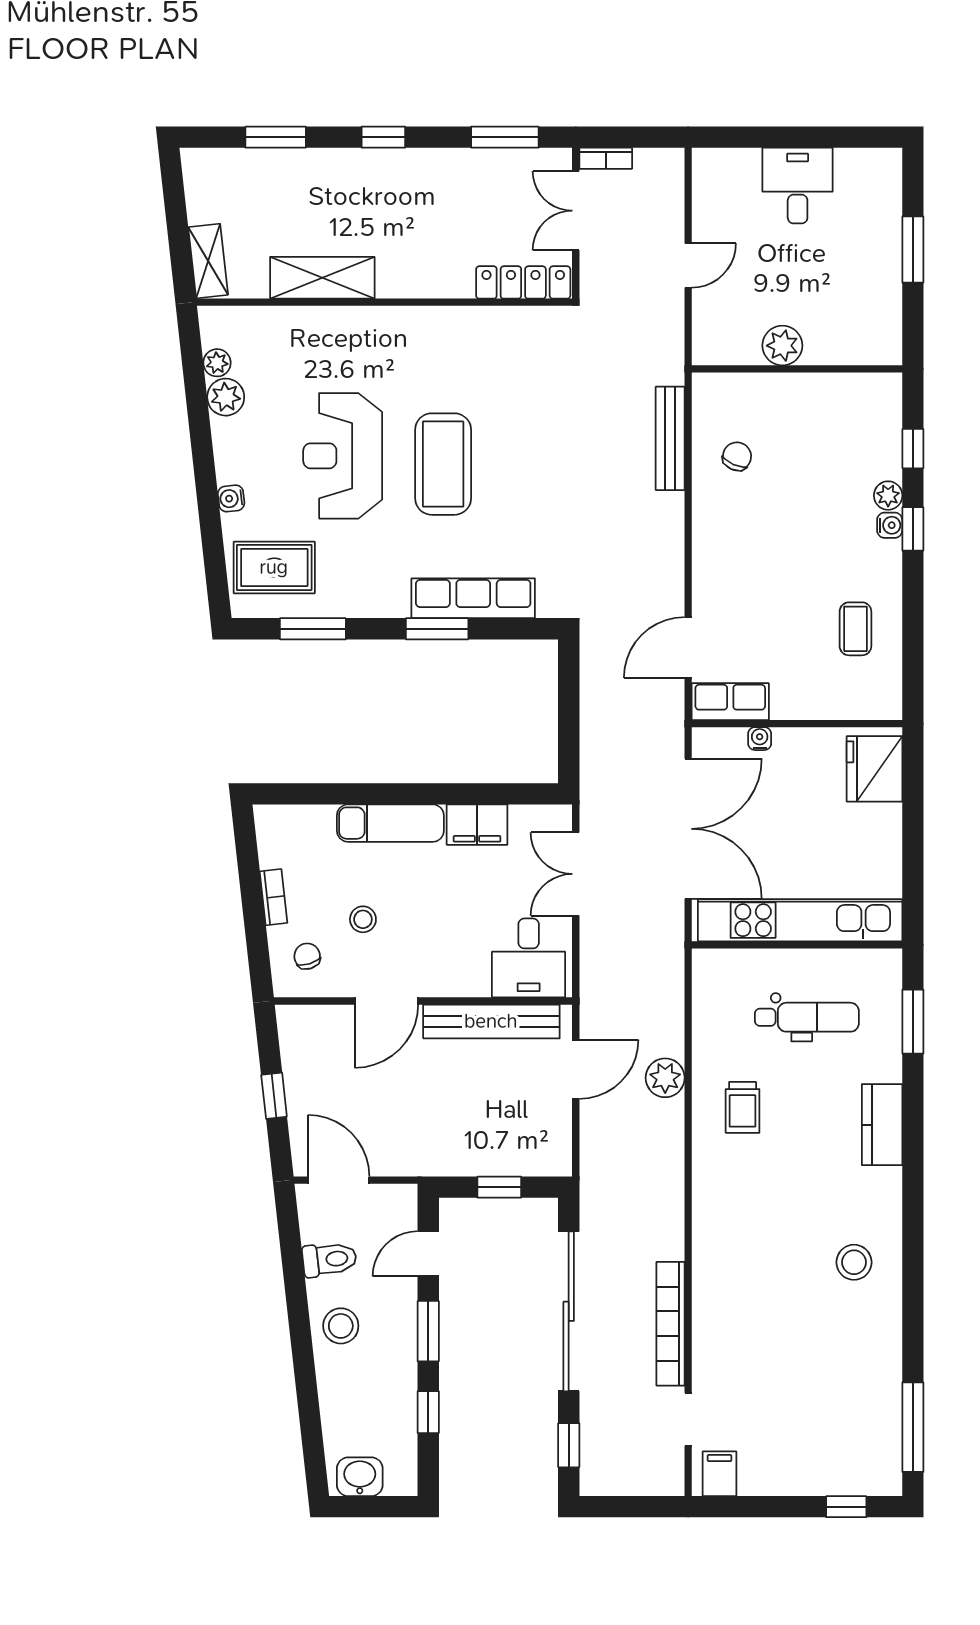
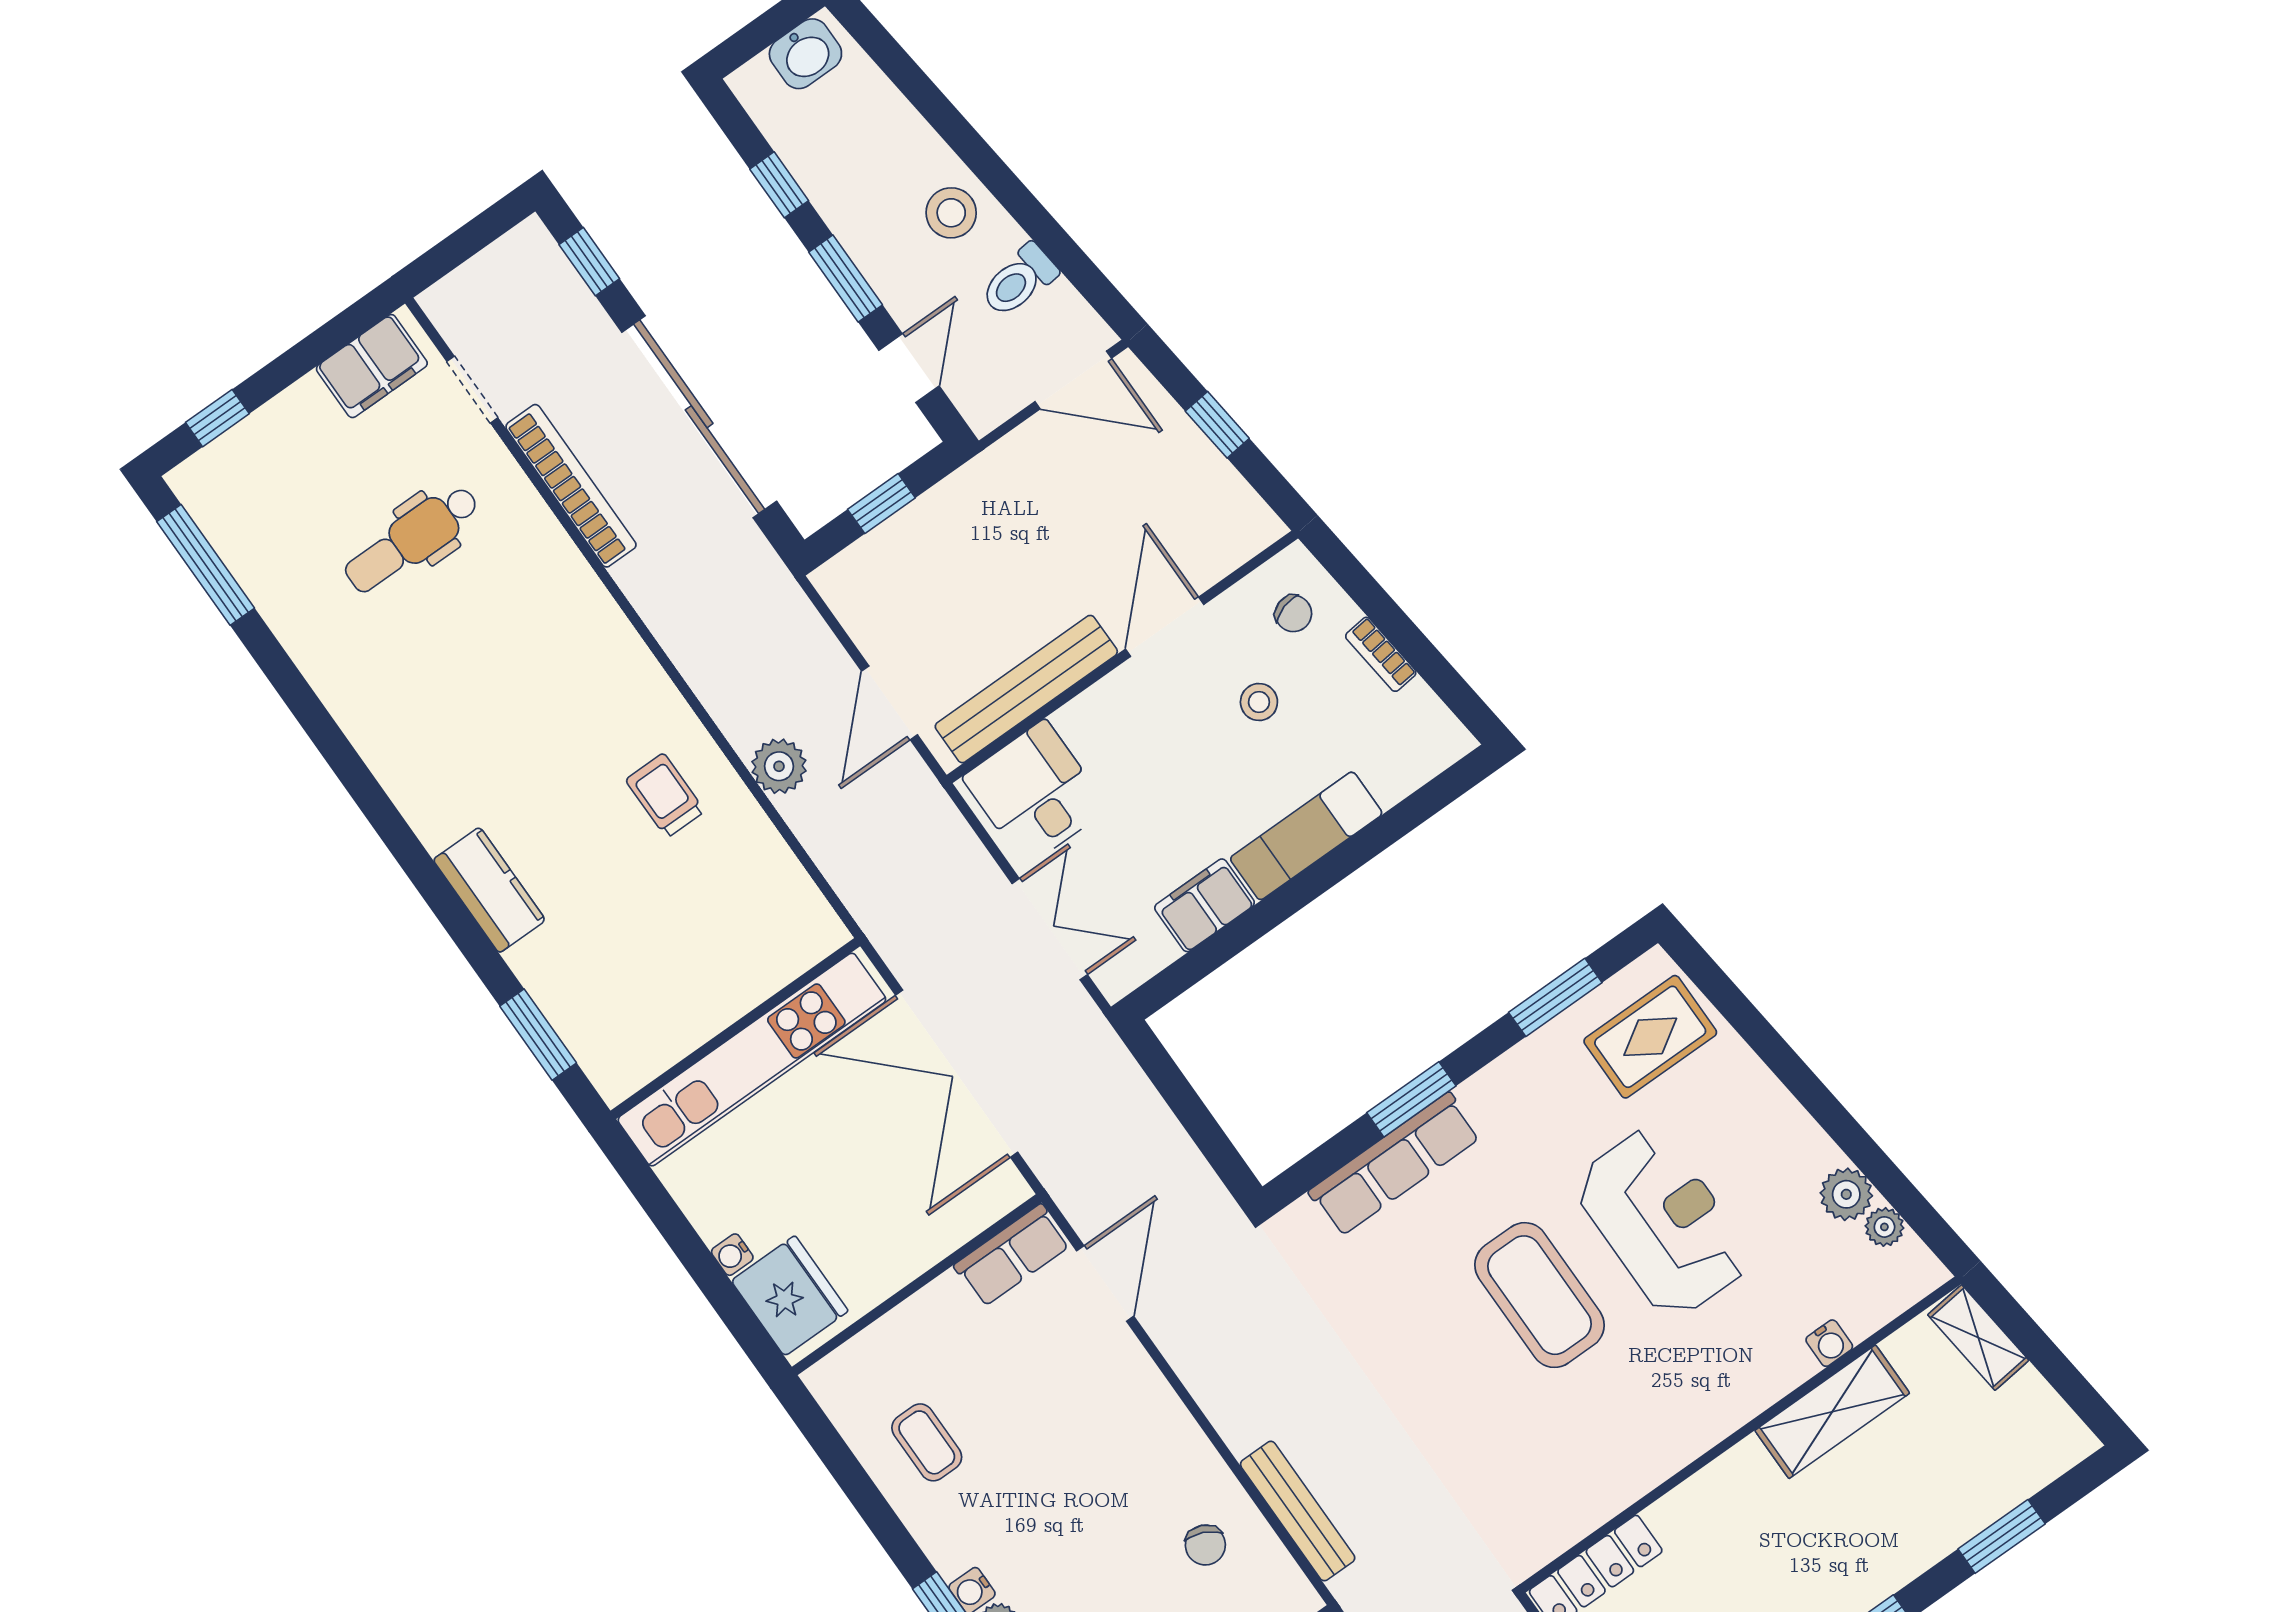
water cooler: (231, 498) -> (1829, 1343), moved, turned 96
water cooler: (760, 739) -> (732, 1255), moved, turned 90
dental chair: (807, 1017) -> (412, 539), moved
stool: (854, 1262) -> (409, 707), removed
filing cabinet: (720, 1474) -> (372, 366), width x2.00

